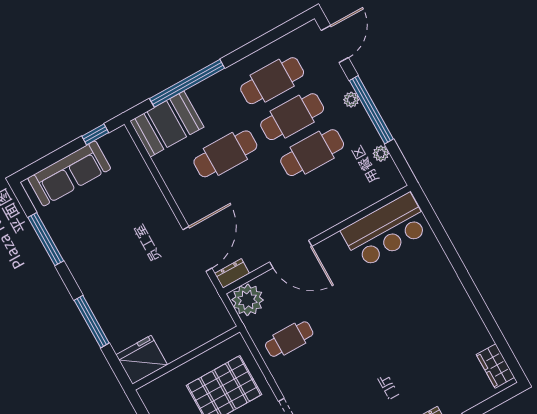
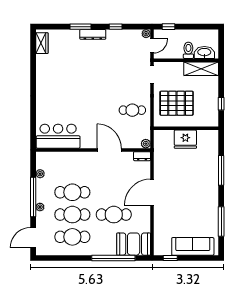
door: (197, 249) -> (152, 192), moved
plant: (248, 300) -> (146, 144), width x0.53, depth x0.53
fridge: (142, 360) -> (185, 139), moved

